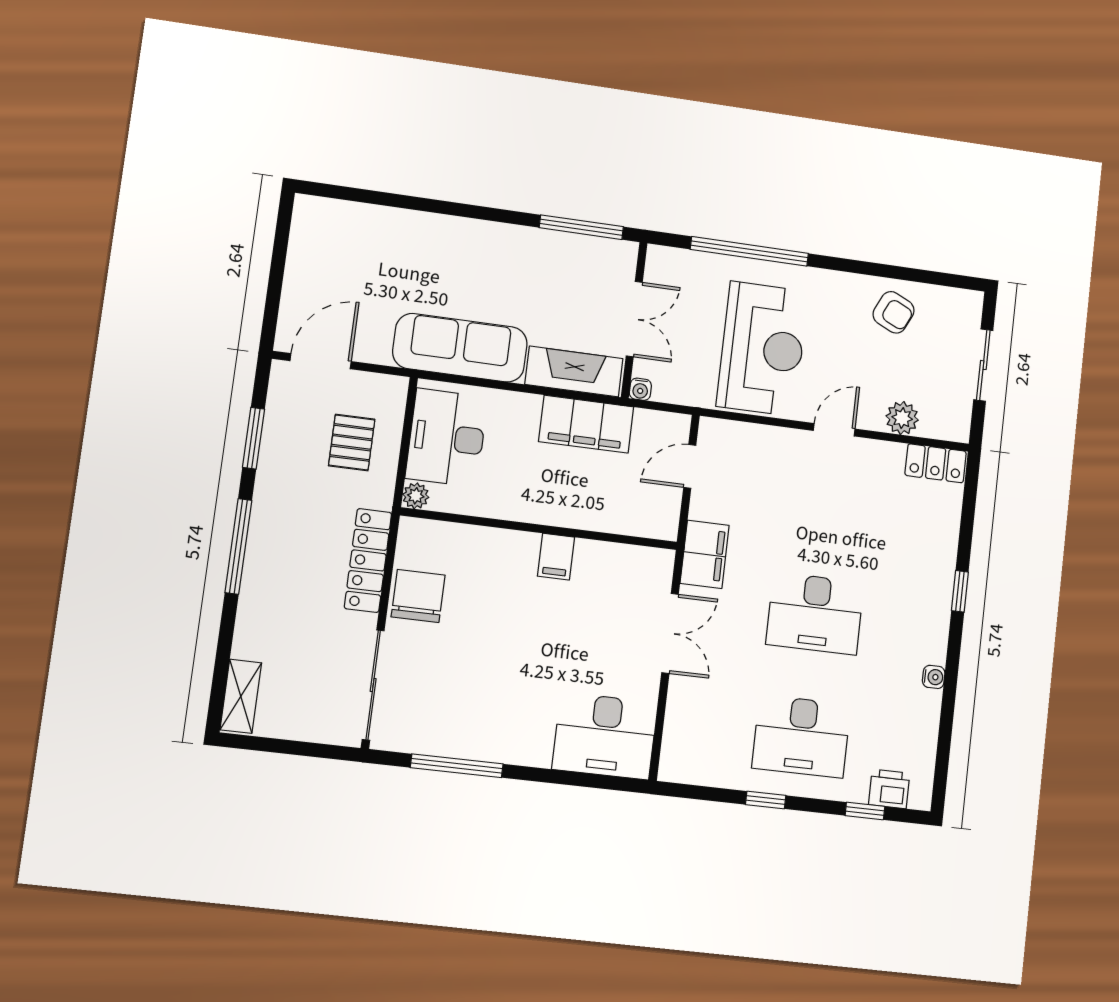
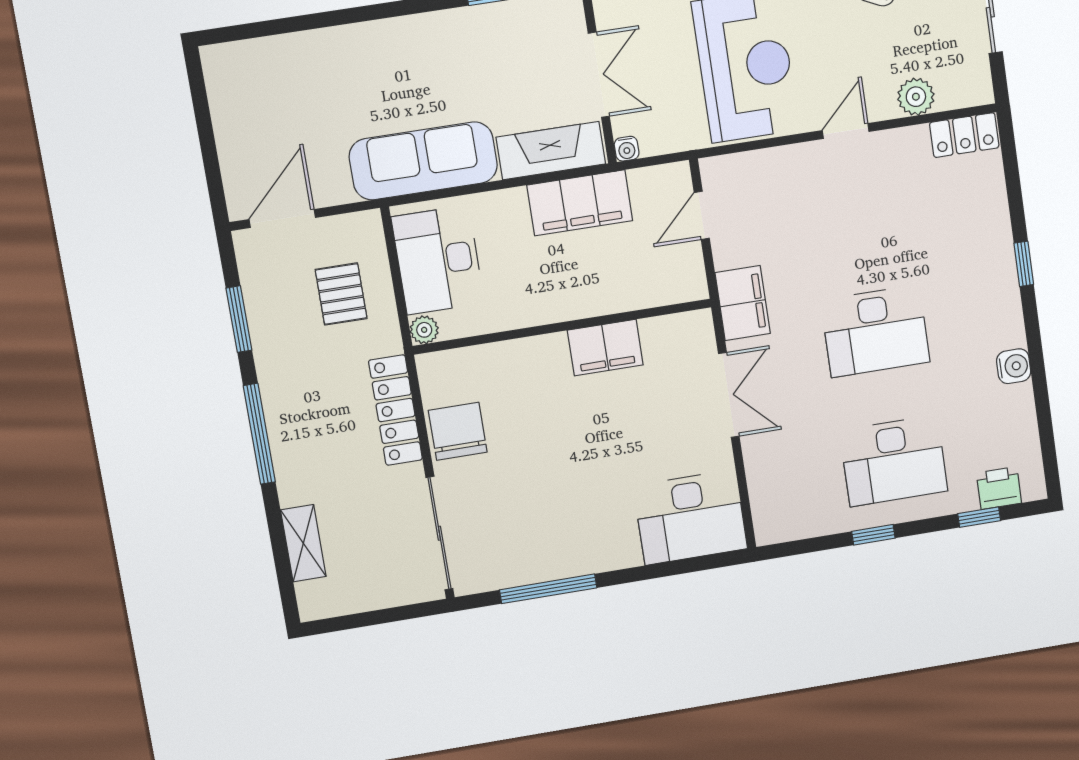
filing cabinet: (556, 557) -> (605, 348), width x2.00
water cooler: (934, 677) -> (1014, 366), width x1.38, depth x1.38
shelving: (241, 696) -> (303, 543), moved

